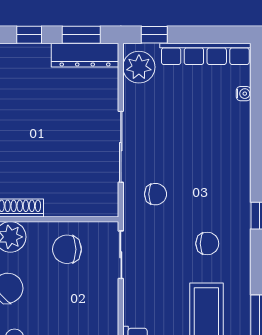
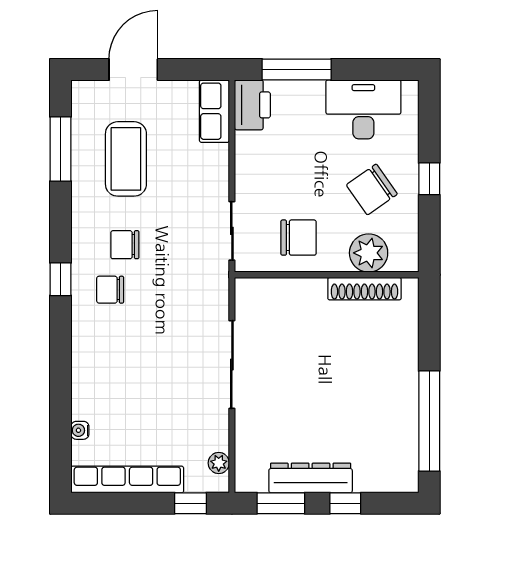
dresser: (85, 55) -> (311, 478), moved
plant: (139, 67) -> (219, 463), width x0.53, depth x0.53
chair: (156, 194) -> (110, 290), moved

